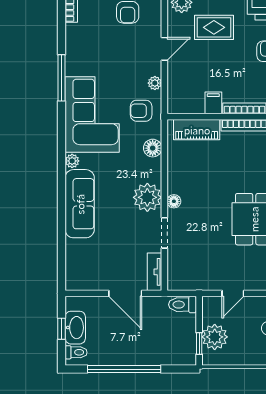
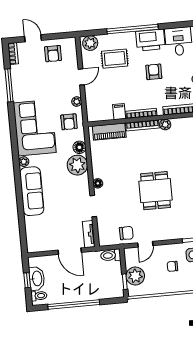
window: (61, 78) -> (9, 85), moved
armchair: (141, 111) -> (69, 122), turned -90
plant: (147, 197) -> (77, 165), moved
chair: (208, 275) -> (126, 233), added

